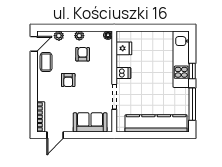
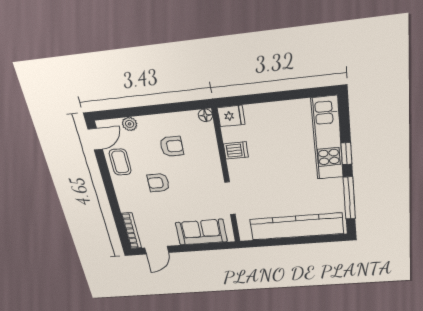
plant: (79, 36) -> (161, 121), removed
fridge: (124, 48) -> (231, 116), moved
armchair: (83, 54) -> (172, 146), turned 90
dishwasher: (123, 73) -> (236, 150), moved
armchair: (68, 80) -> (158, 183), turned 90

